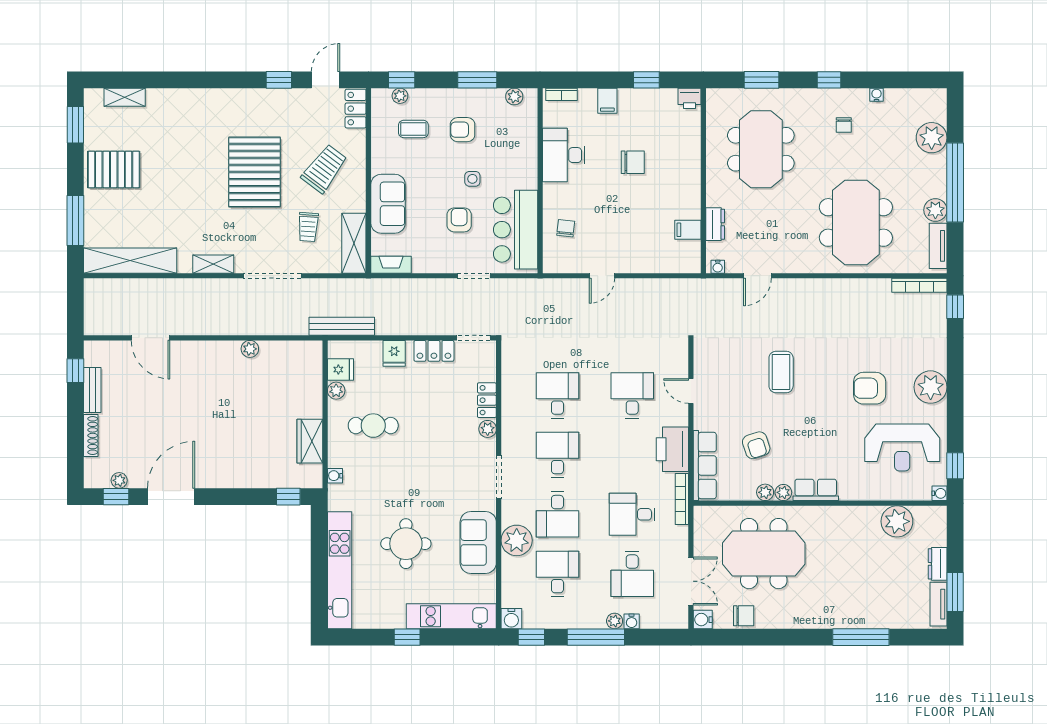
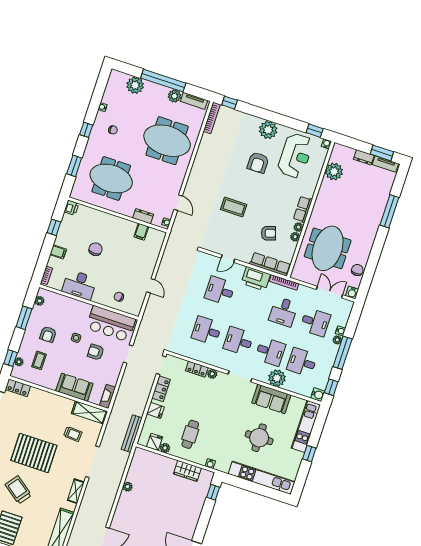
trolley: (324, 169) -> (18, 490), moved

